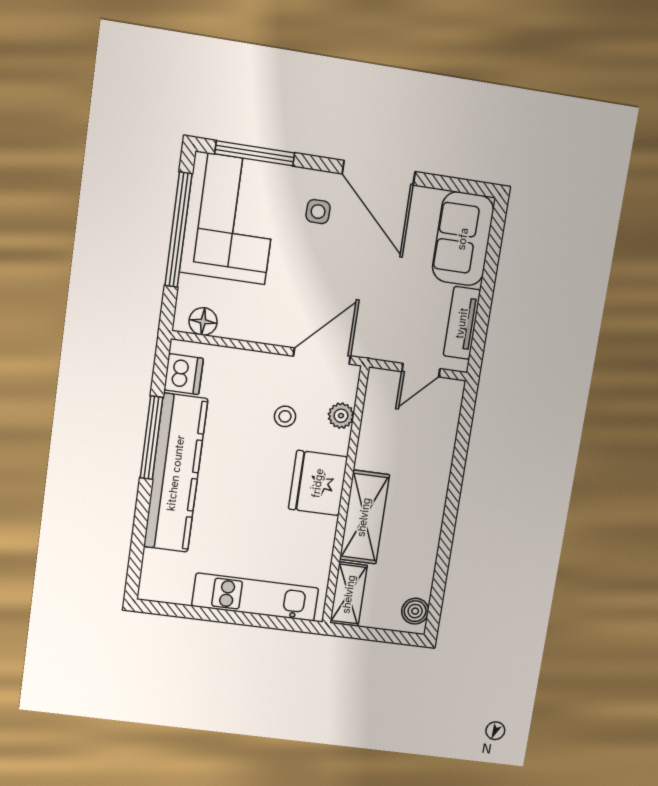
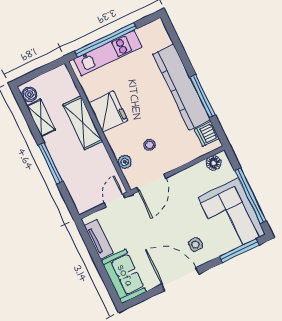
door: (421, 370) -> (115, 200), moved
fridge: (318, 483) -> (108, 111), moved
window: (454, 488) -> (50, 163), added
shelving: (349, 594) -> (41, 118), moved
window: (245, 619) -> (106, 40), added

